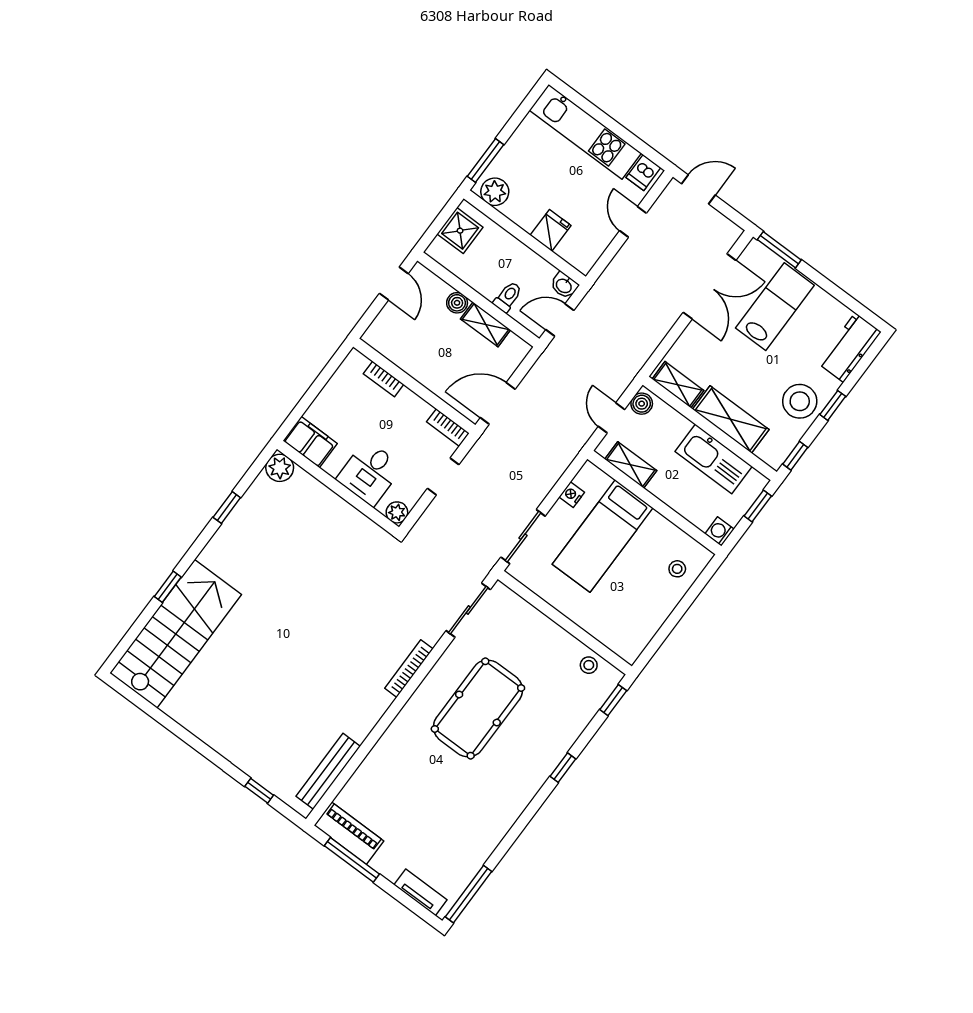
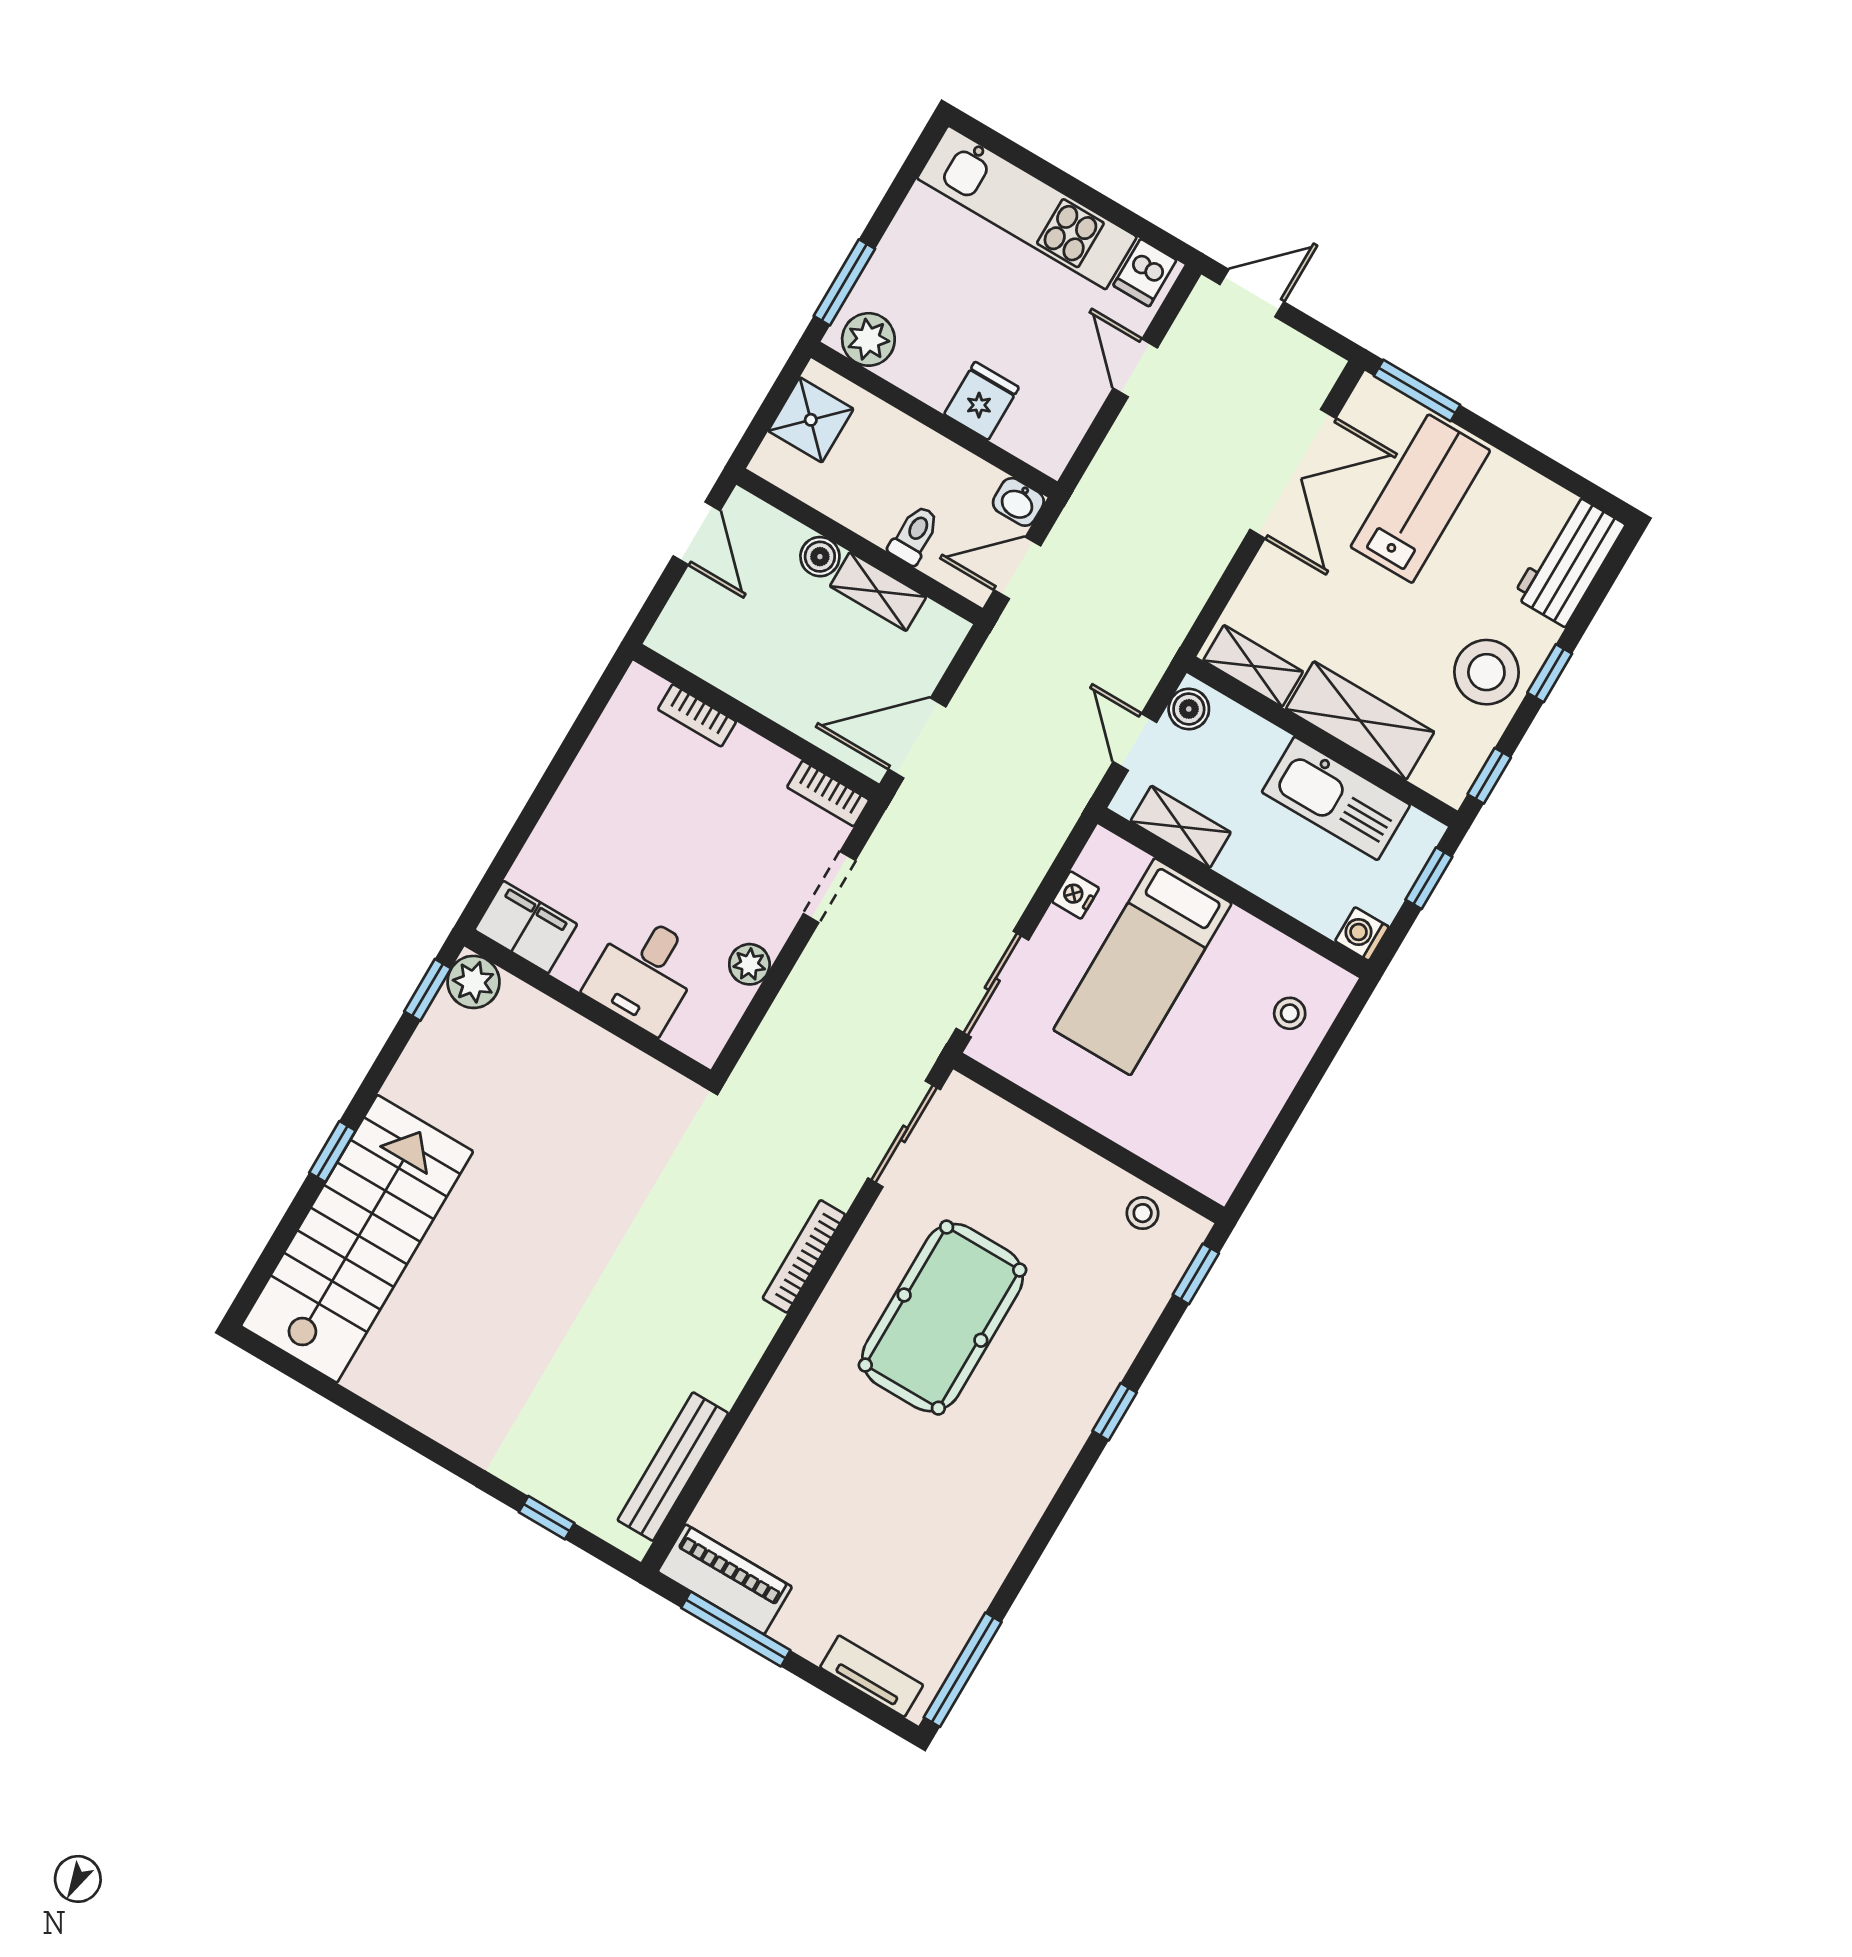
filing cabinet: (310, 442) -> (526, 927), moved
plant: (280, 468) -> (473, 982), moved
desk: (370, 473) -> (644, 973), moved
wall: (338, 488) -> (588, 1008), moved

